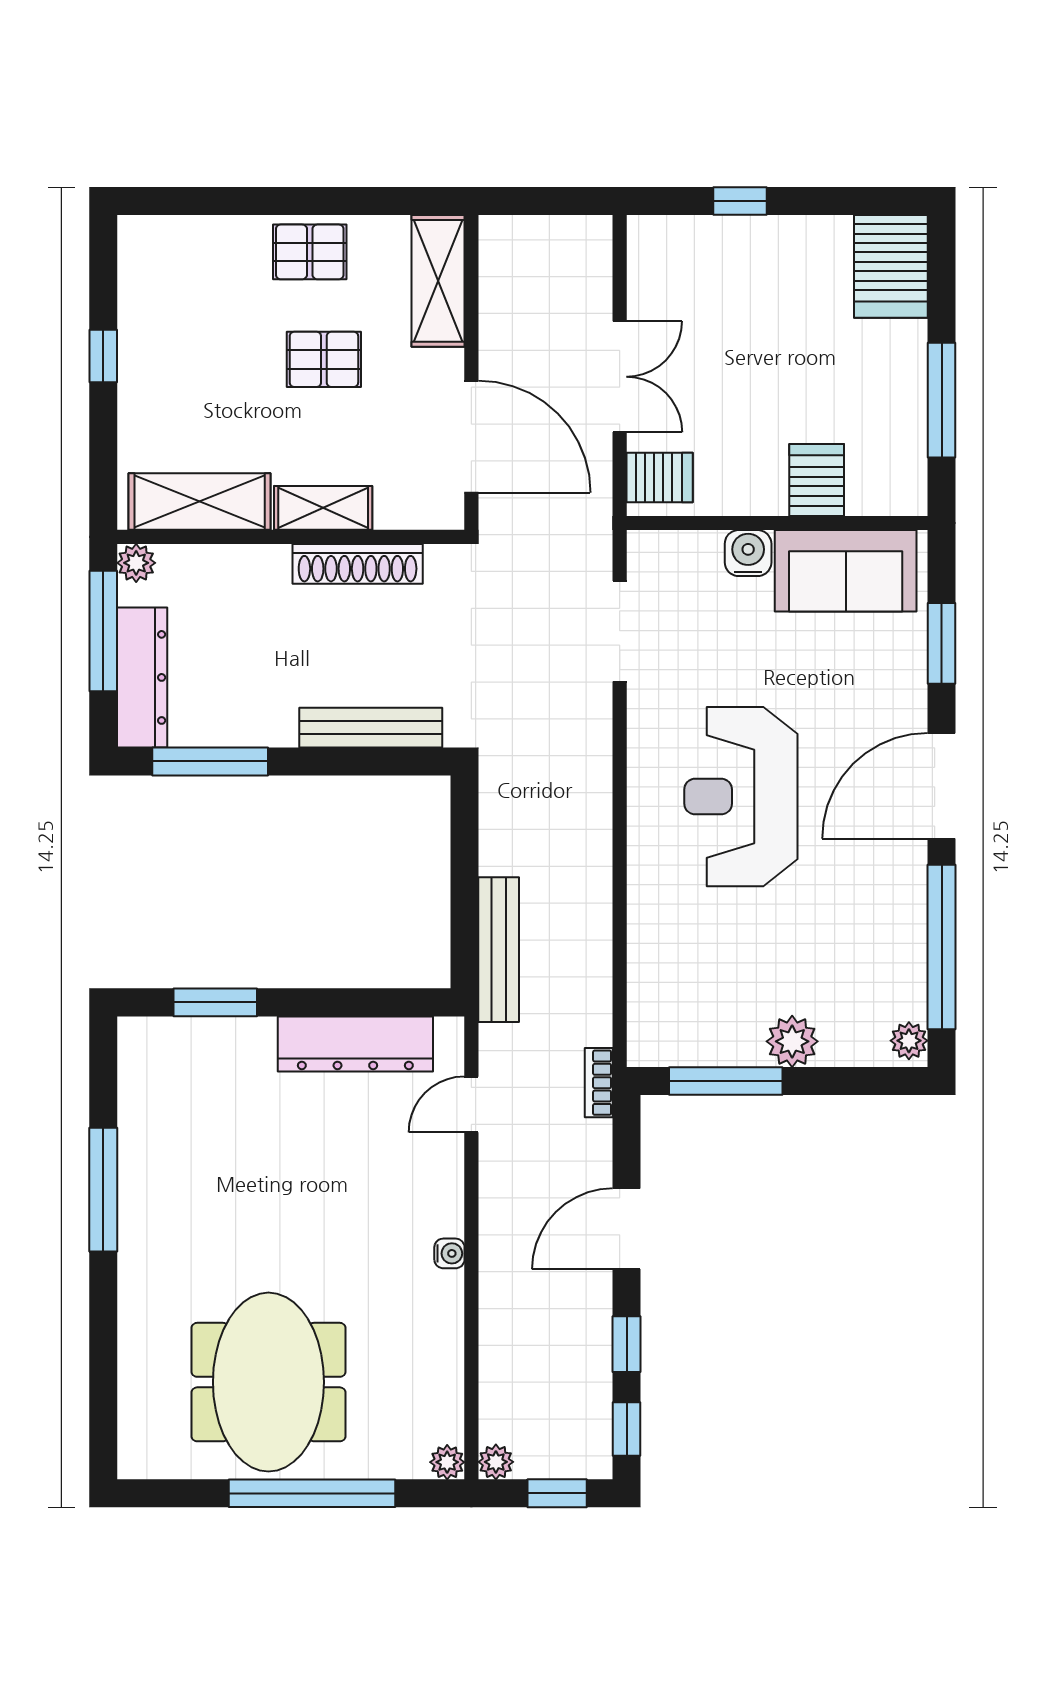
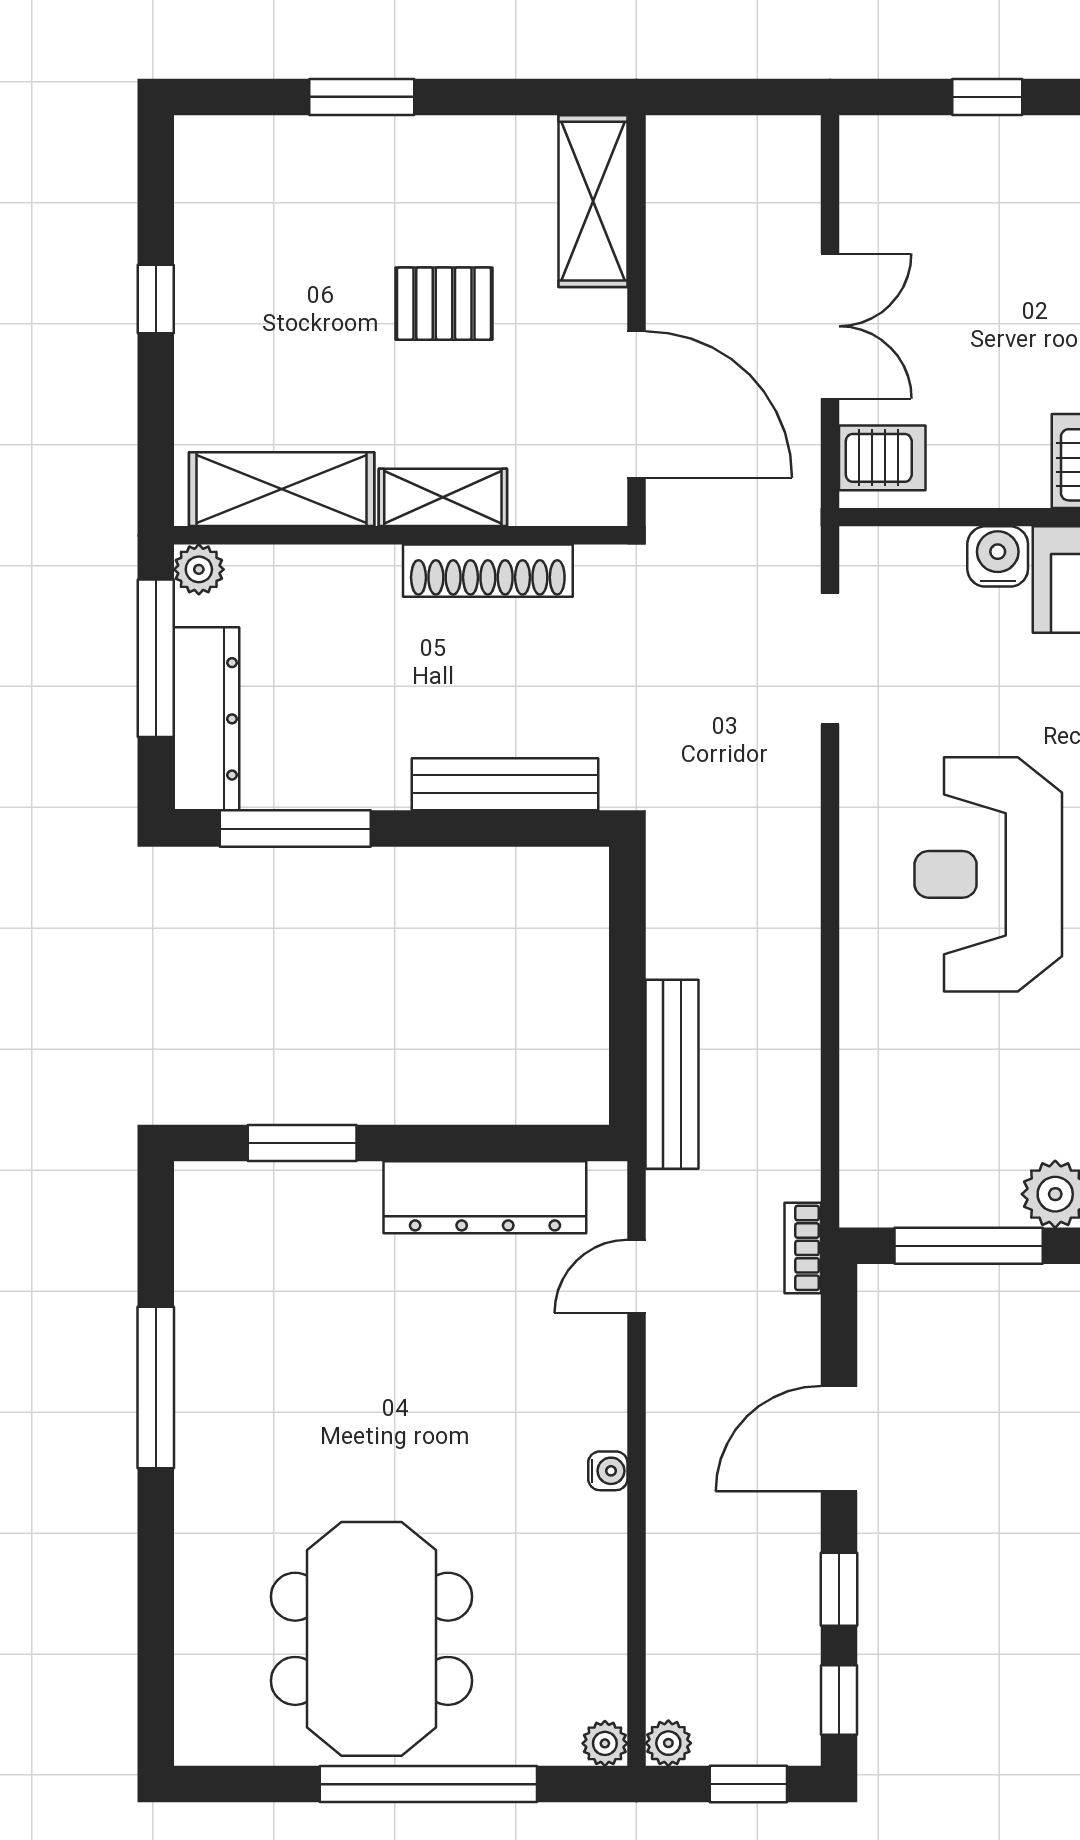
window: (261, 201) -> (362, 97), added
pallet: (310, 252) -> (425, 163), removed

